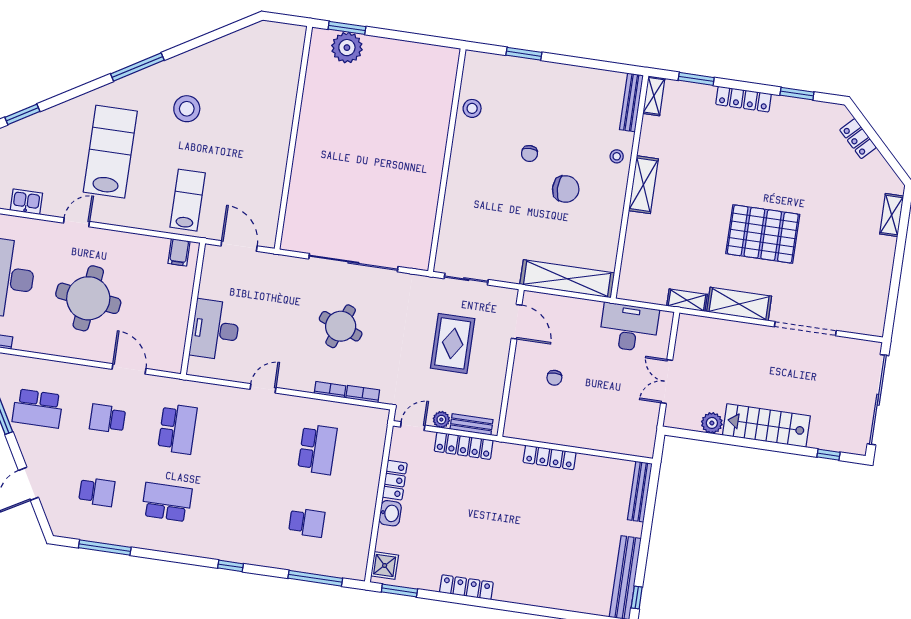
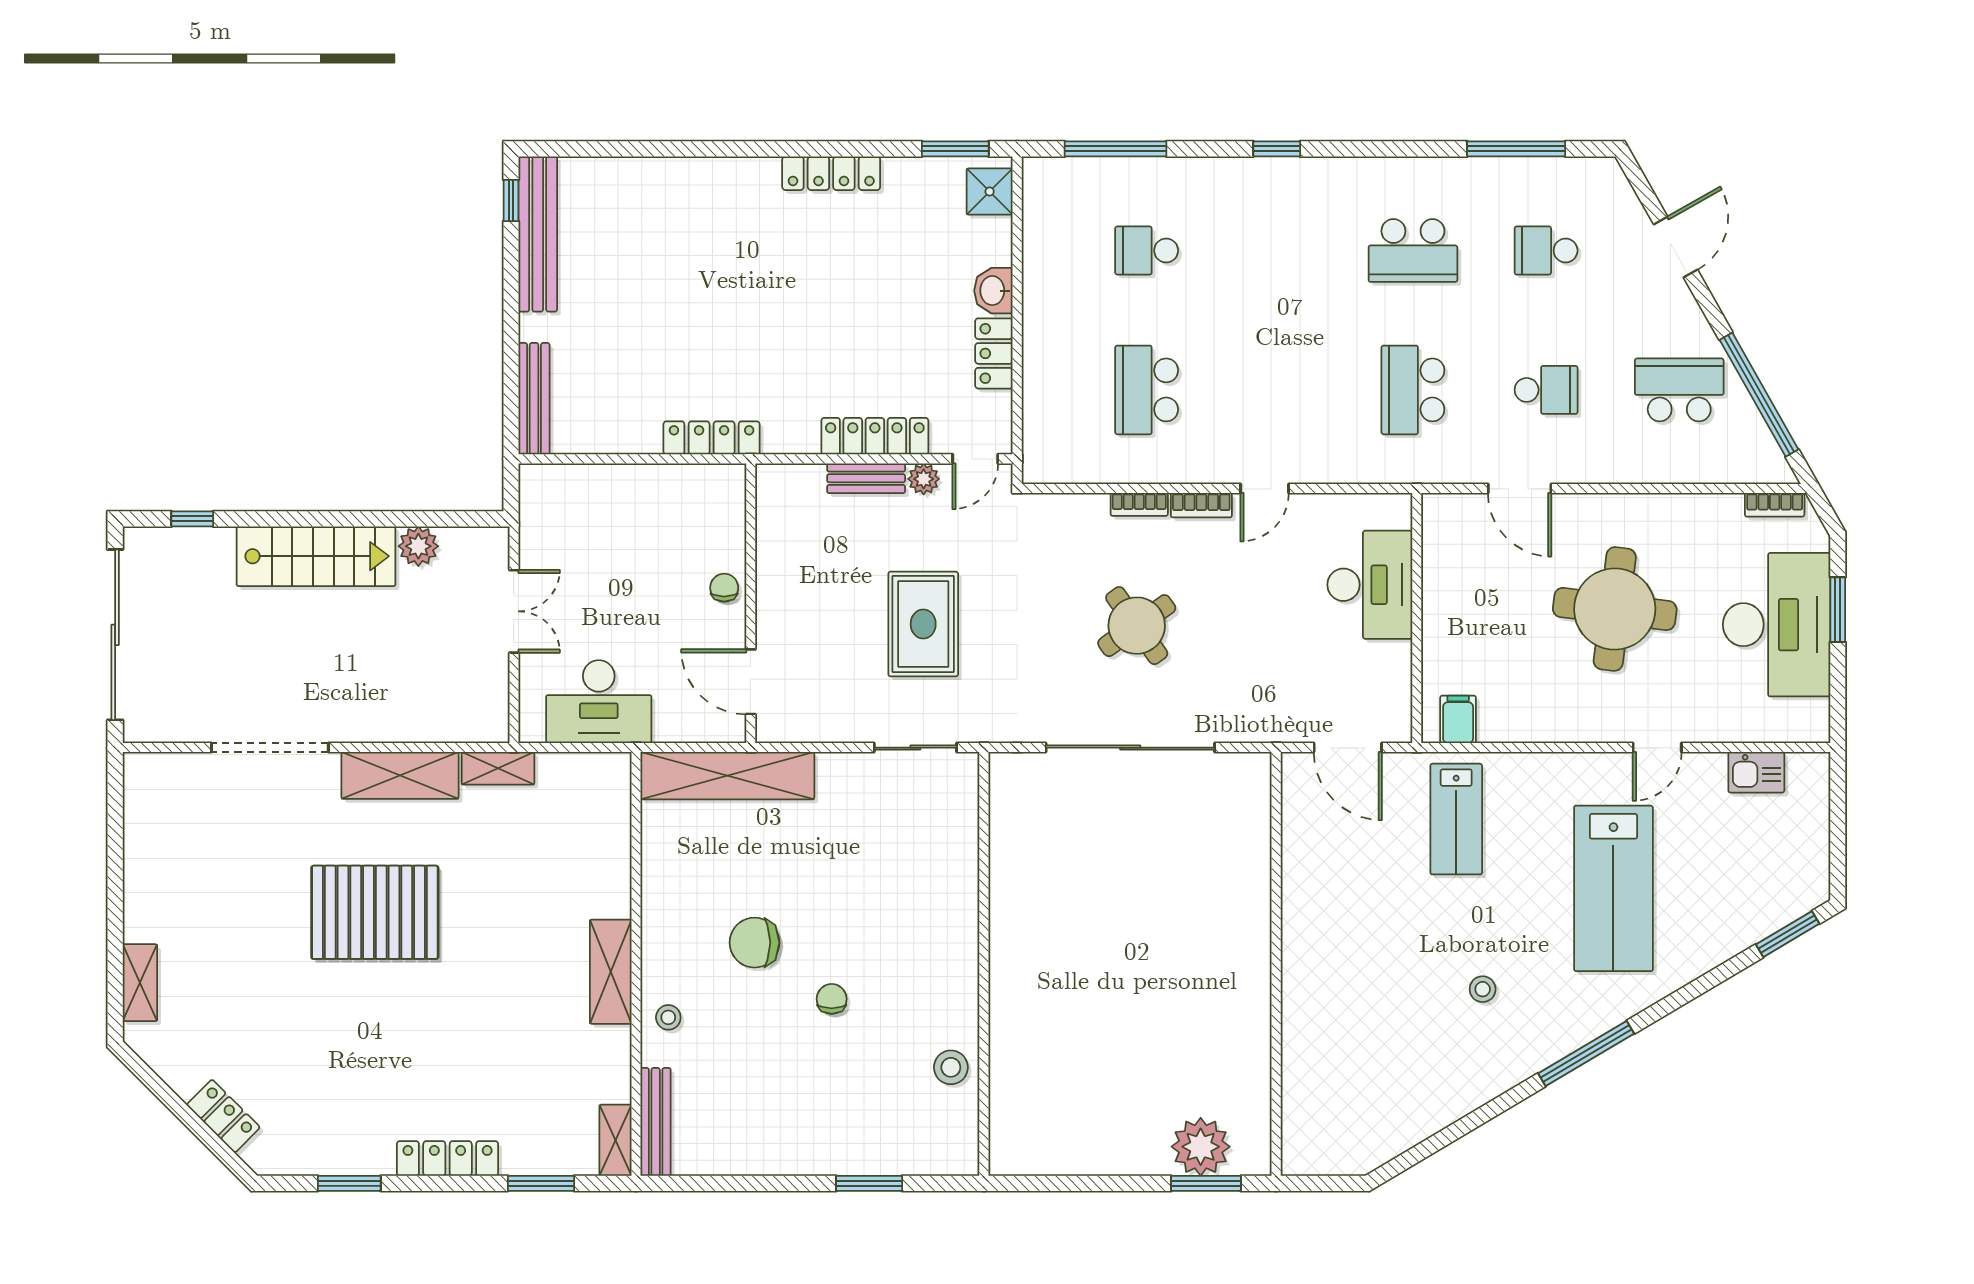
stool: (187, 109) -> (1483, 989), width x0.53, depth x0.53
door: (517, 322) -> (751, 682), moved
round table: (341, 326) -> (1137, 626), turned 34
wall: (511, 363) -> (751, 603), moved
bookcase: (363, 394) -> (1201, 505), moved

